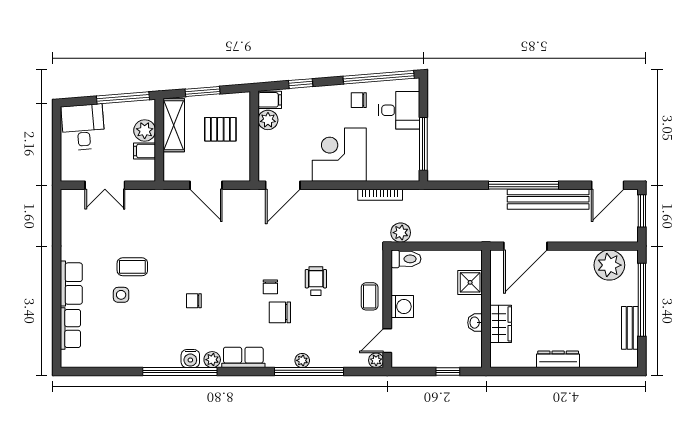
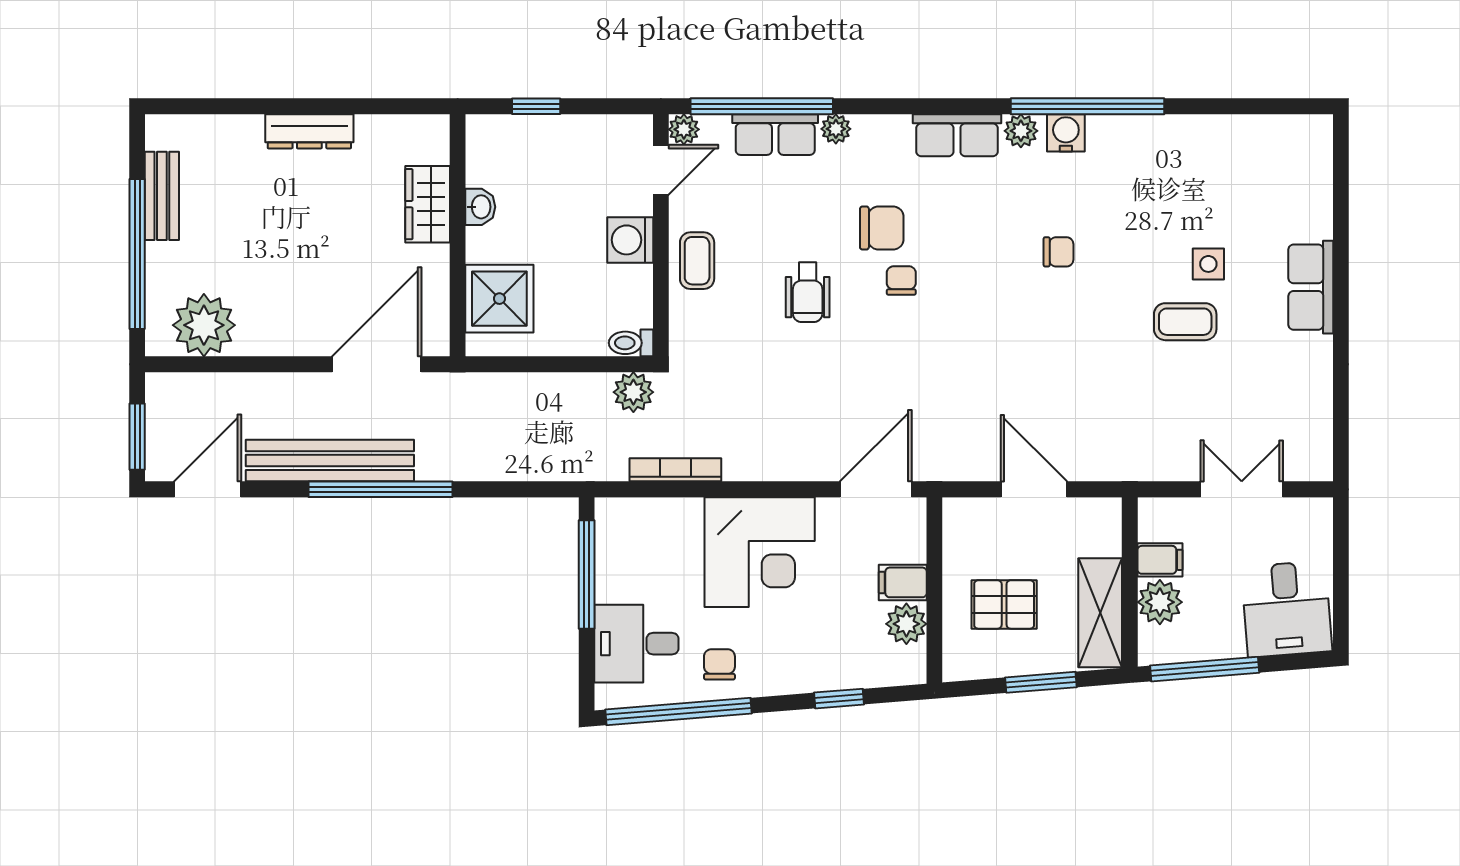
filing cabinet: (270, 100) -> (903, 582), moved
chair: (359, 100) -> (719, 664), turned -90
toilet: (406, 259) -> (631, 343), width x0.73, depth x0.72
shower: (470, 282) -> (499, 299), width x1.36, depth x1.36
row of seats: (70, 328) -> (775, 135), moved, turned -90
window: (309, 371) -> (762, 106), moved

